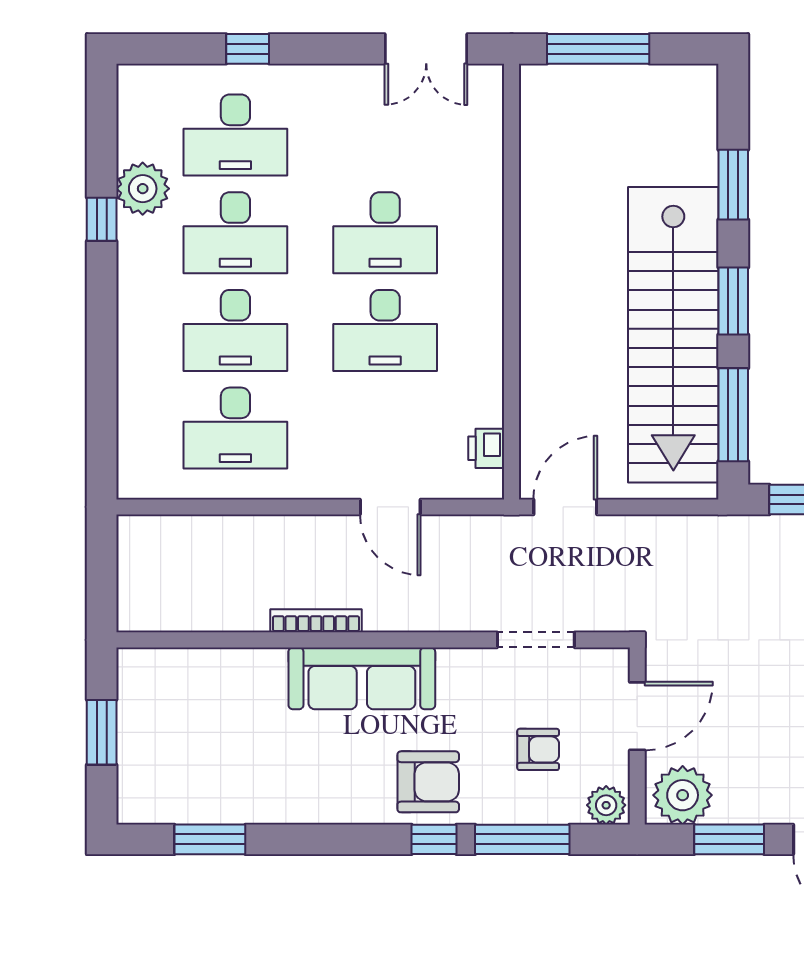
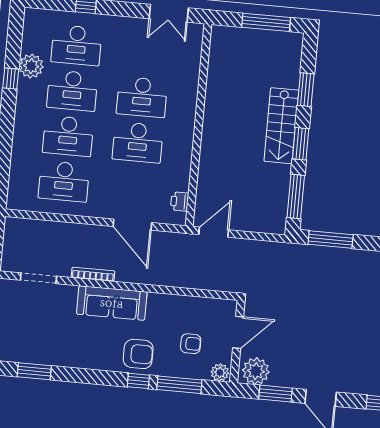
window: (598, 49) -> (266, 22), moved
stairs: (673, 335) -> (281, 126), width x0.54, depth x0.66
door: (390, 507) -> (132, 225), width x1.36
doorway: (536, 640) -> (38, 278), moved

